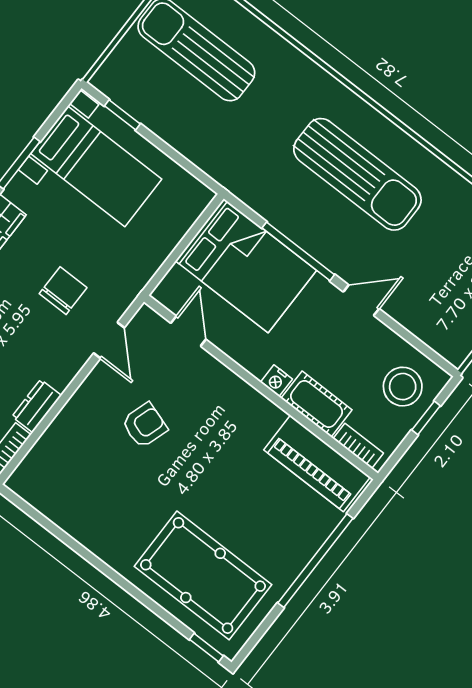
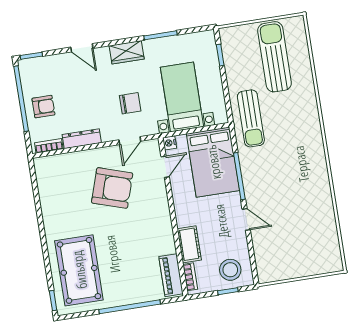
bed with nightstands: (96, 166) -> (182, 97), moved, turned 180
sun lounger: (357, 174) -> (251, 118), moved, width x0.73, depth x0.75
nightstand: (276, 381) -> (170, 143), moved
dresser: (37, 406) -> (82, 139), width x1.44
armchair: (145, 425) -> (112, 188), width x1.88, depth x1.88
piano: (317, 463) -> (171, 275), width x0.73, depth x0.75

